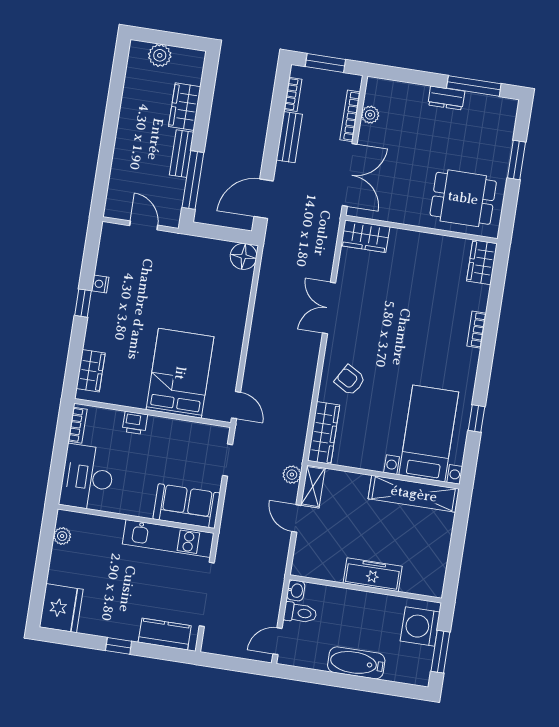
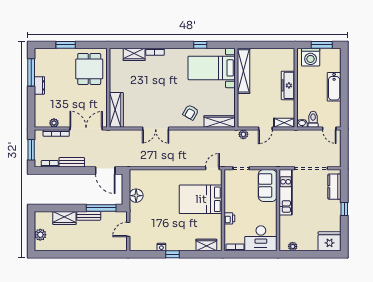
wardrobe: (365, 236) -> (116, 110), width x1.50
floor lamp: (244, 256) -> (136, 196), moved
wardrobe: (482, 262) -> (134, 54), moved
shelving: (313, 487) -> (284, 123), moved

